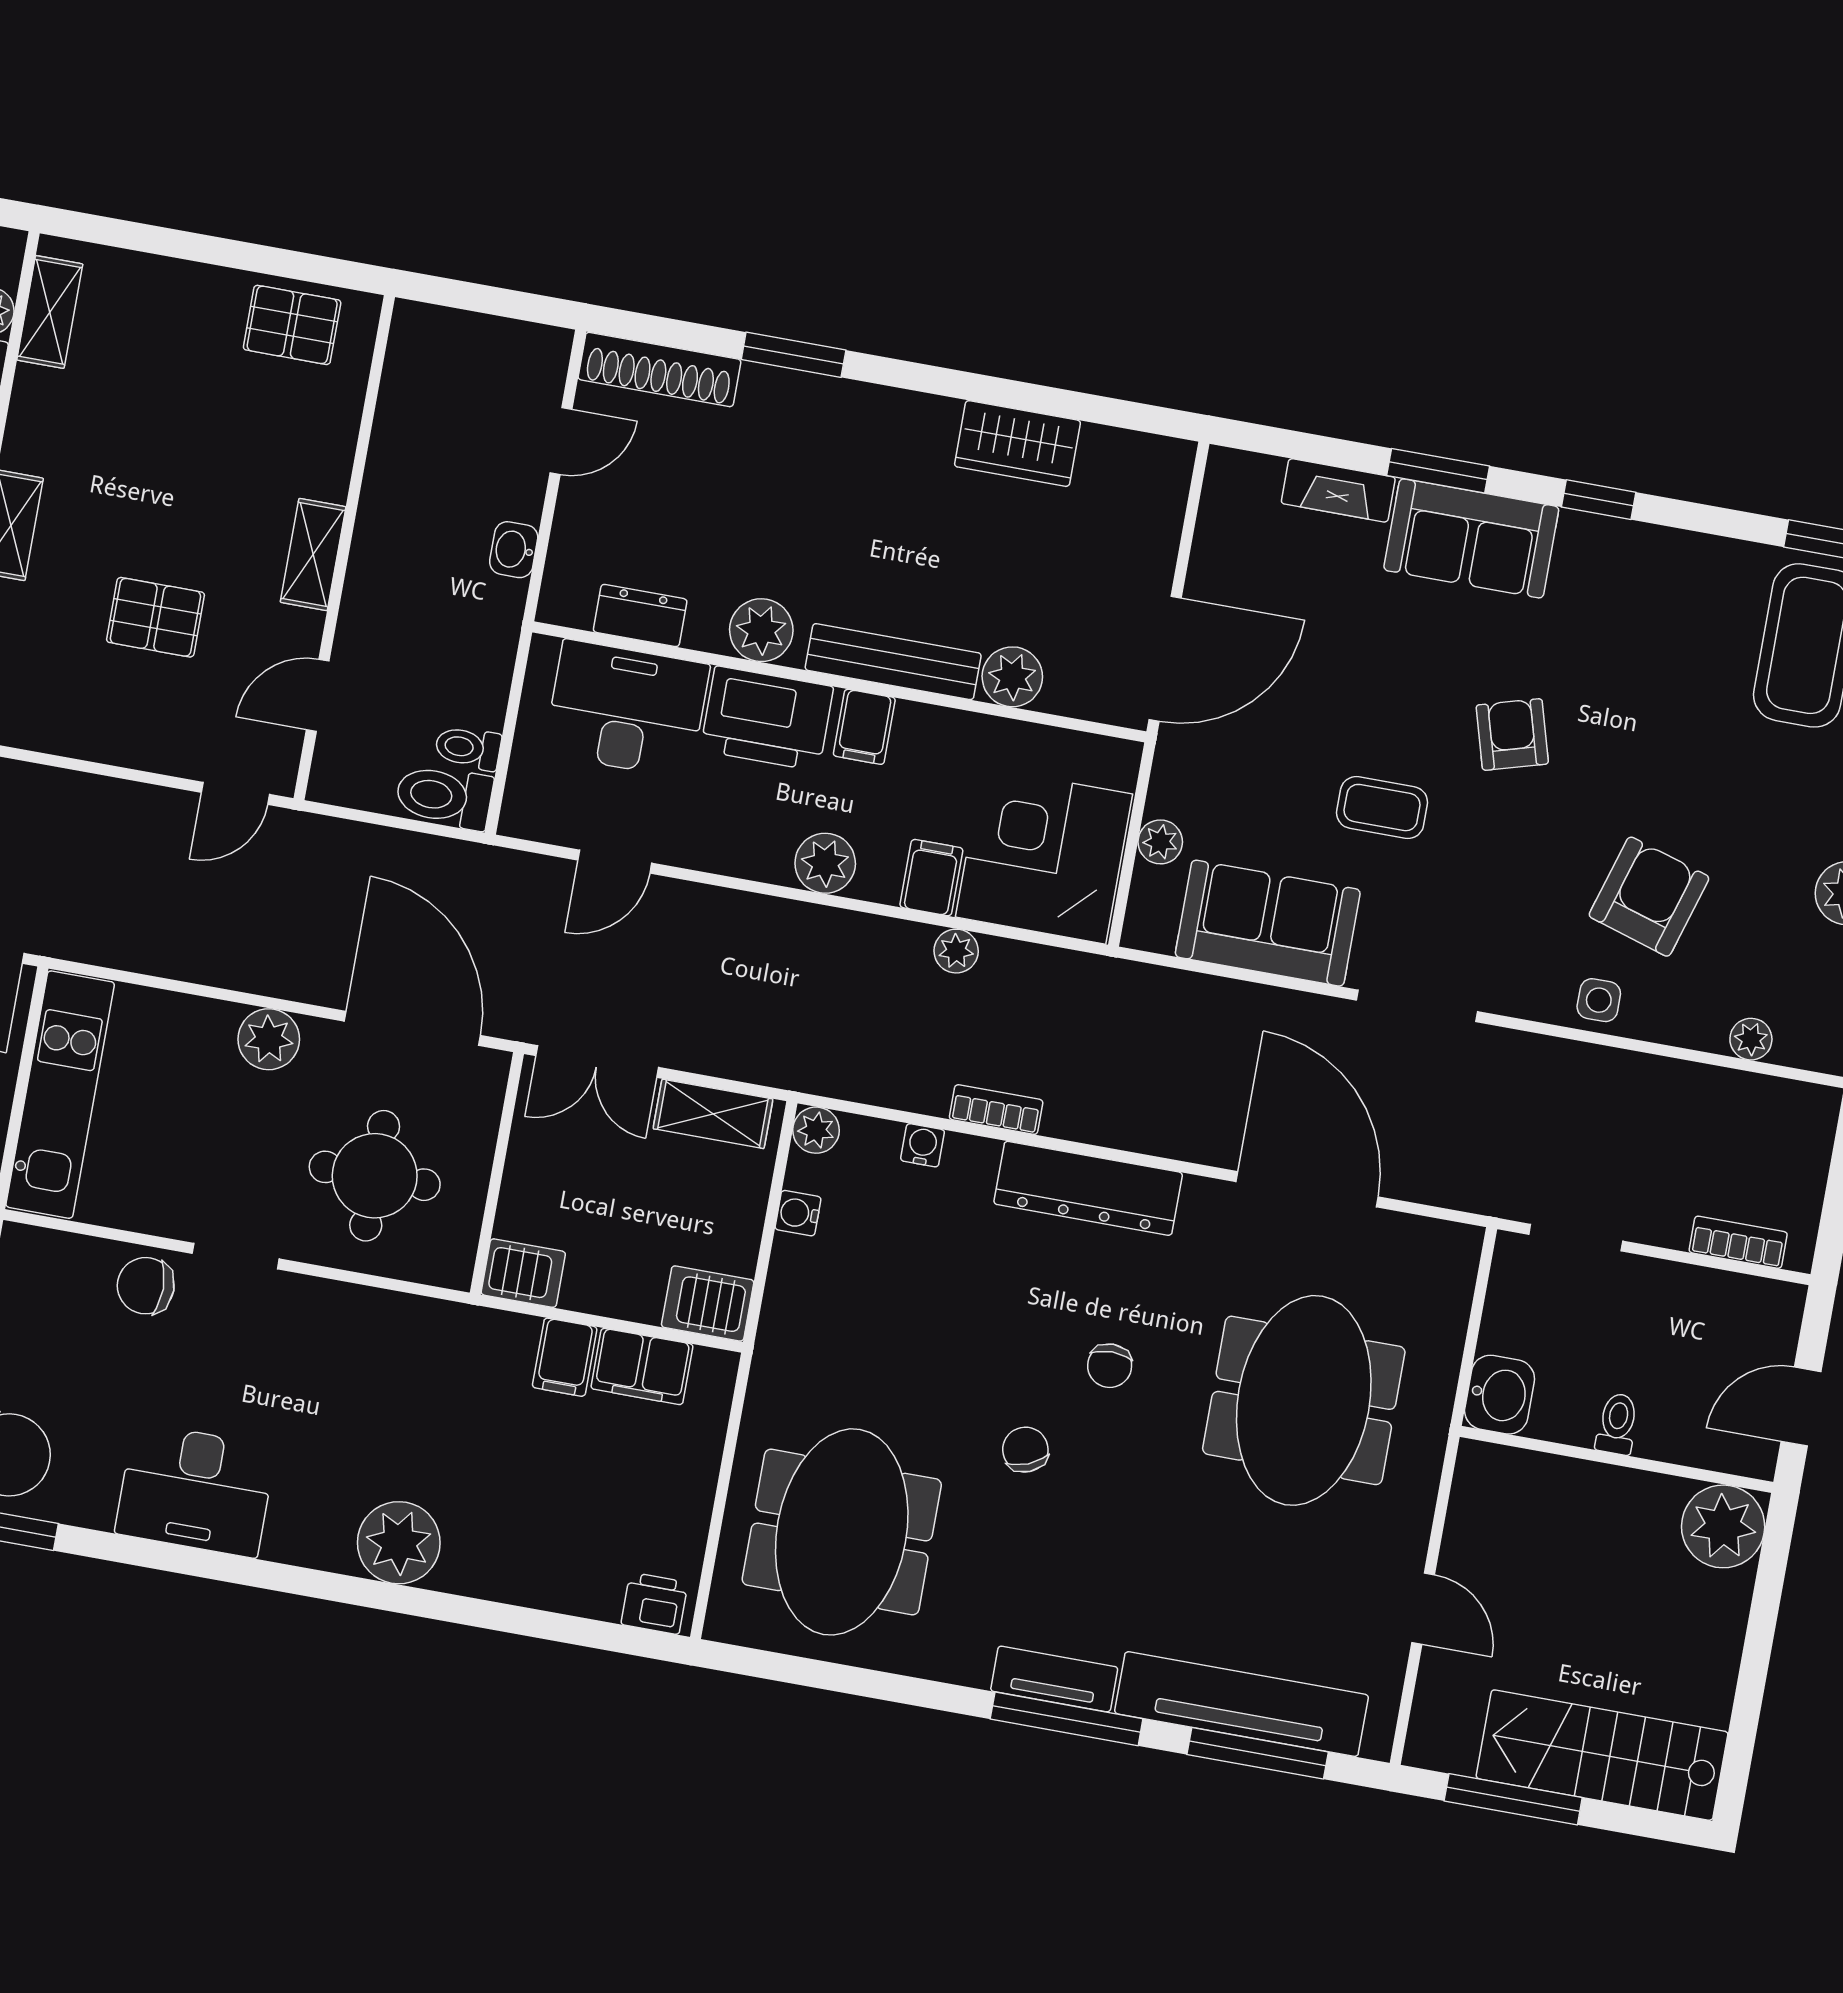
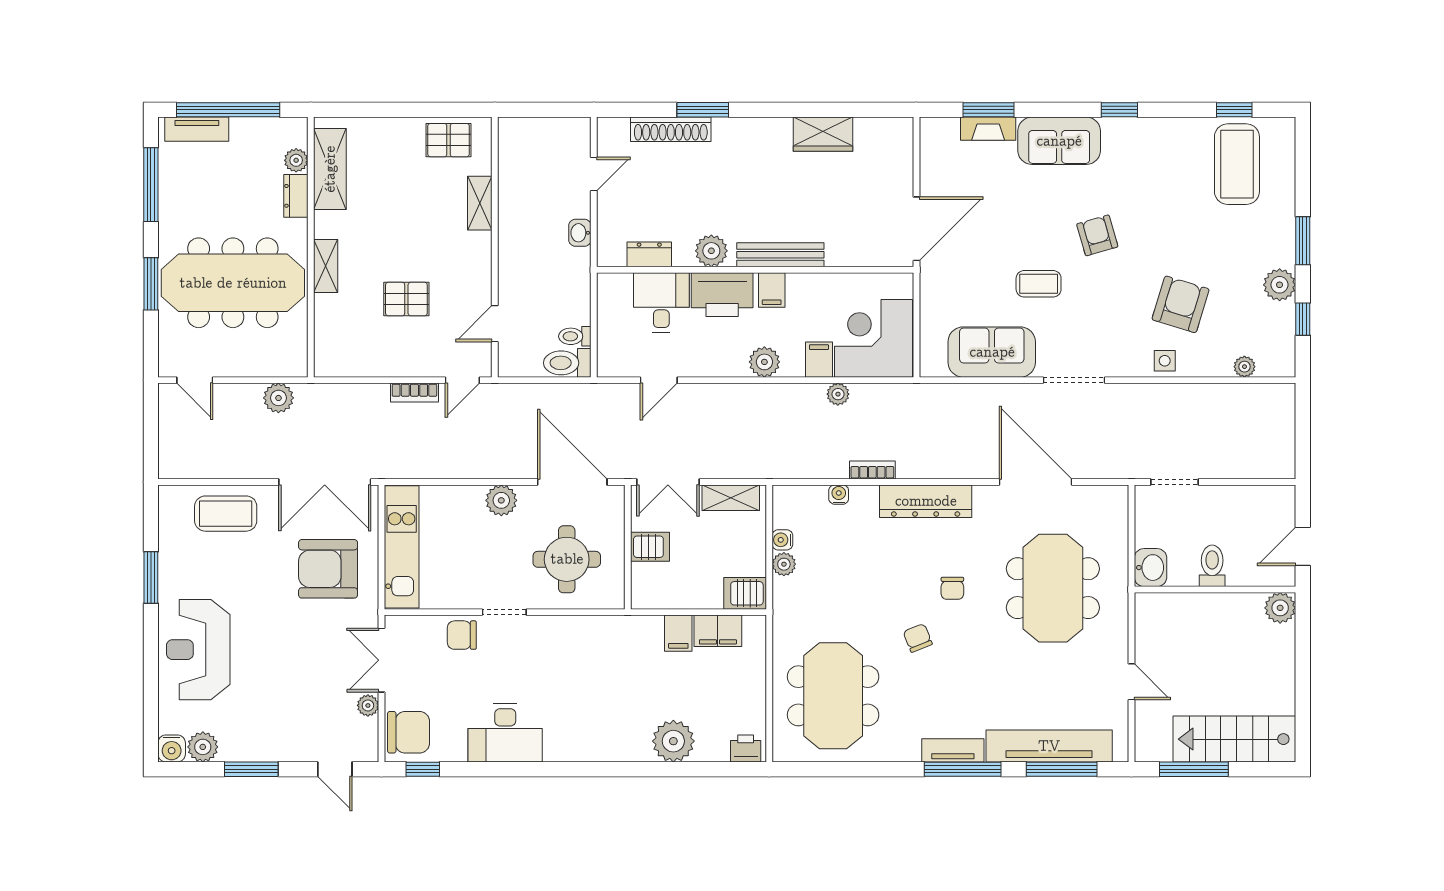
shelving: (50, 312) -> (330, 169), width x1.50, depth x1.33
shoe rack: (659, 369) -> (671, 129), moved
window: (1438, 471) -> (988, 110), moved
shelving: (313, 554) -> (480, 203), moved
plant: (1012, 677) -> (841, 252), removed
desk: (627, 709) -> (661, 303), width x0.73
plant: (1160, 842) -> (931, 321), removed
plant: (816, 1130) -> (784, 564), moved
bookcase: (1738, 1242) -> (414, 392), moved, turned 180
server rack: (523, 1273) -> (650, 547), moved
toilet: (1617, 1424) -> (1212, 566), width x1.37, depth x1.39
plant: (1723, 1526) -> (1280, 608), width x0.73, depth x0.73
plant: (399, 1543) -> (673, 741), moved

